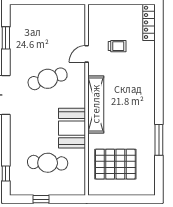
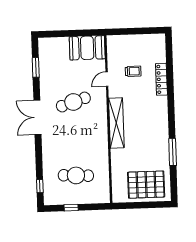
locker: (149, 22) -> (161, 79), moved
booth: (72, 128) -> (87, 48), moved, turned 90
pallet: (115, 164) -> (146, 185), moved

